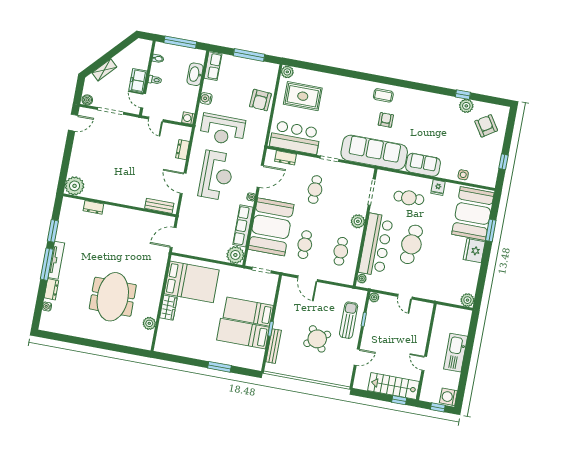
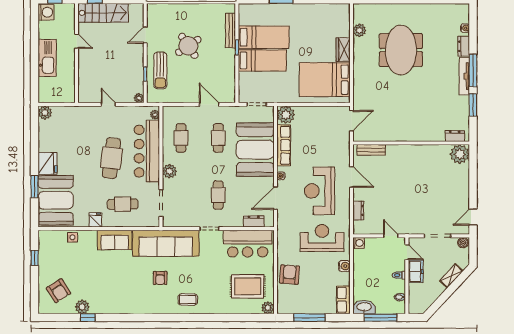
washbasin: (195, 74) -> (364, 307), moved, turned -90
coffee table: (383, 95) -> (188, 300), moved
dresser: (93, 207) -> (455, 136), moved

